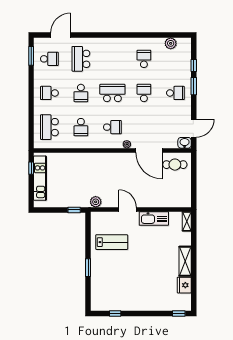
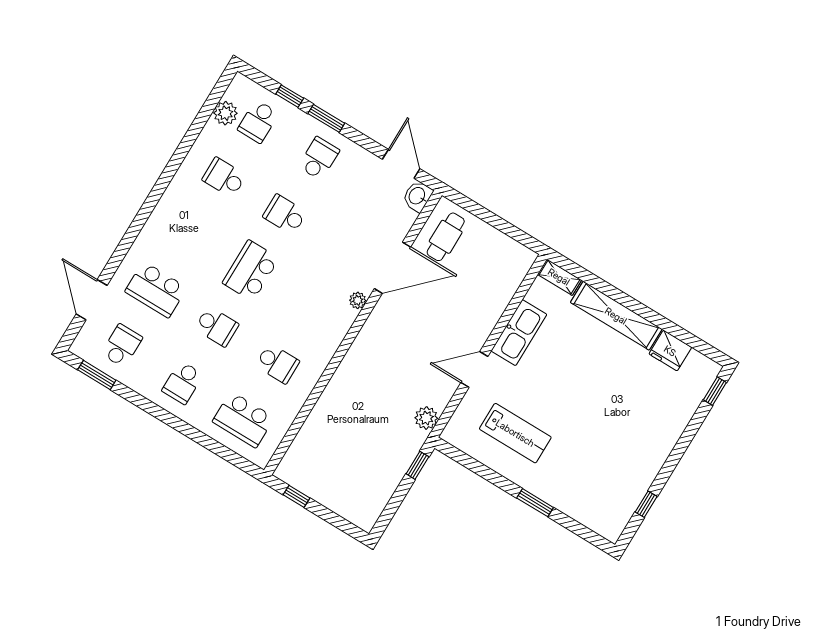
school desk: (112, 127) -> (258, 121), moved, turned 180
kitchen unit: (40, 178) -> (324, 492), removed
lab bench: (112, 242) -> (515, 433), turned 90
shelving: (185, 261) -> (616, 316), width x1.47

